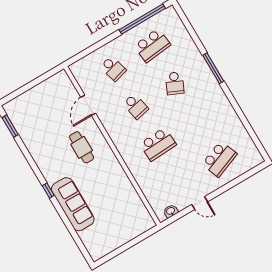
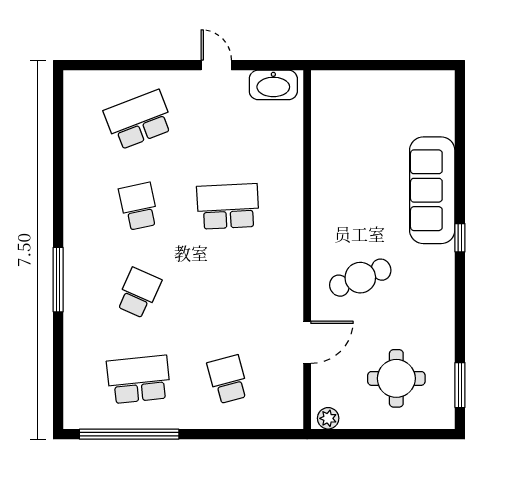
plant: (59, 77) -> (328, 418), added
school desk: (136, 106) -> (139, 206), moved
round table: (40, 113) -> (396, 378), added
cafe table: (82, 147) -> (360, 278), turned 69
washbasin: (171, 211) -> (273, 85), width x1.91, depth x1.45

